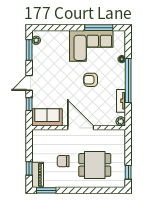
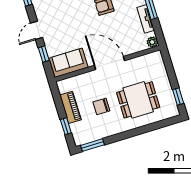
piano: (38, 175) -> (70, 107), moved

